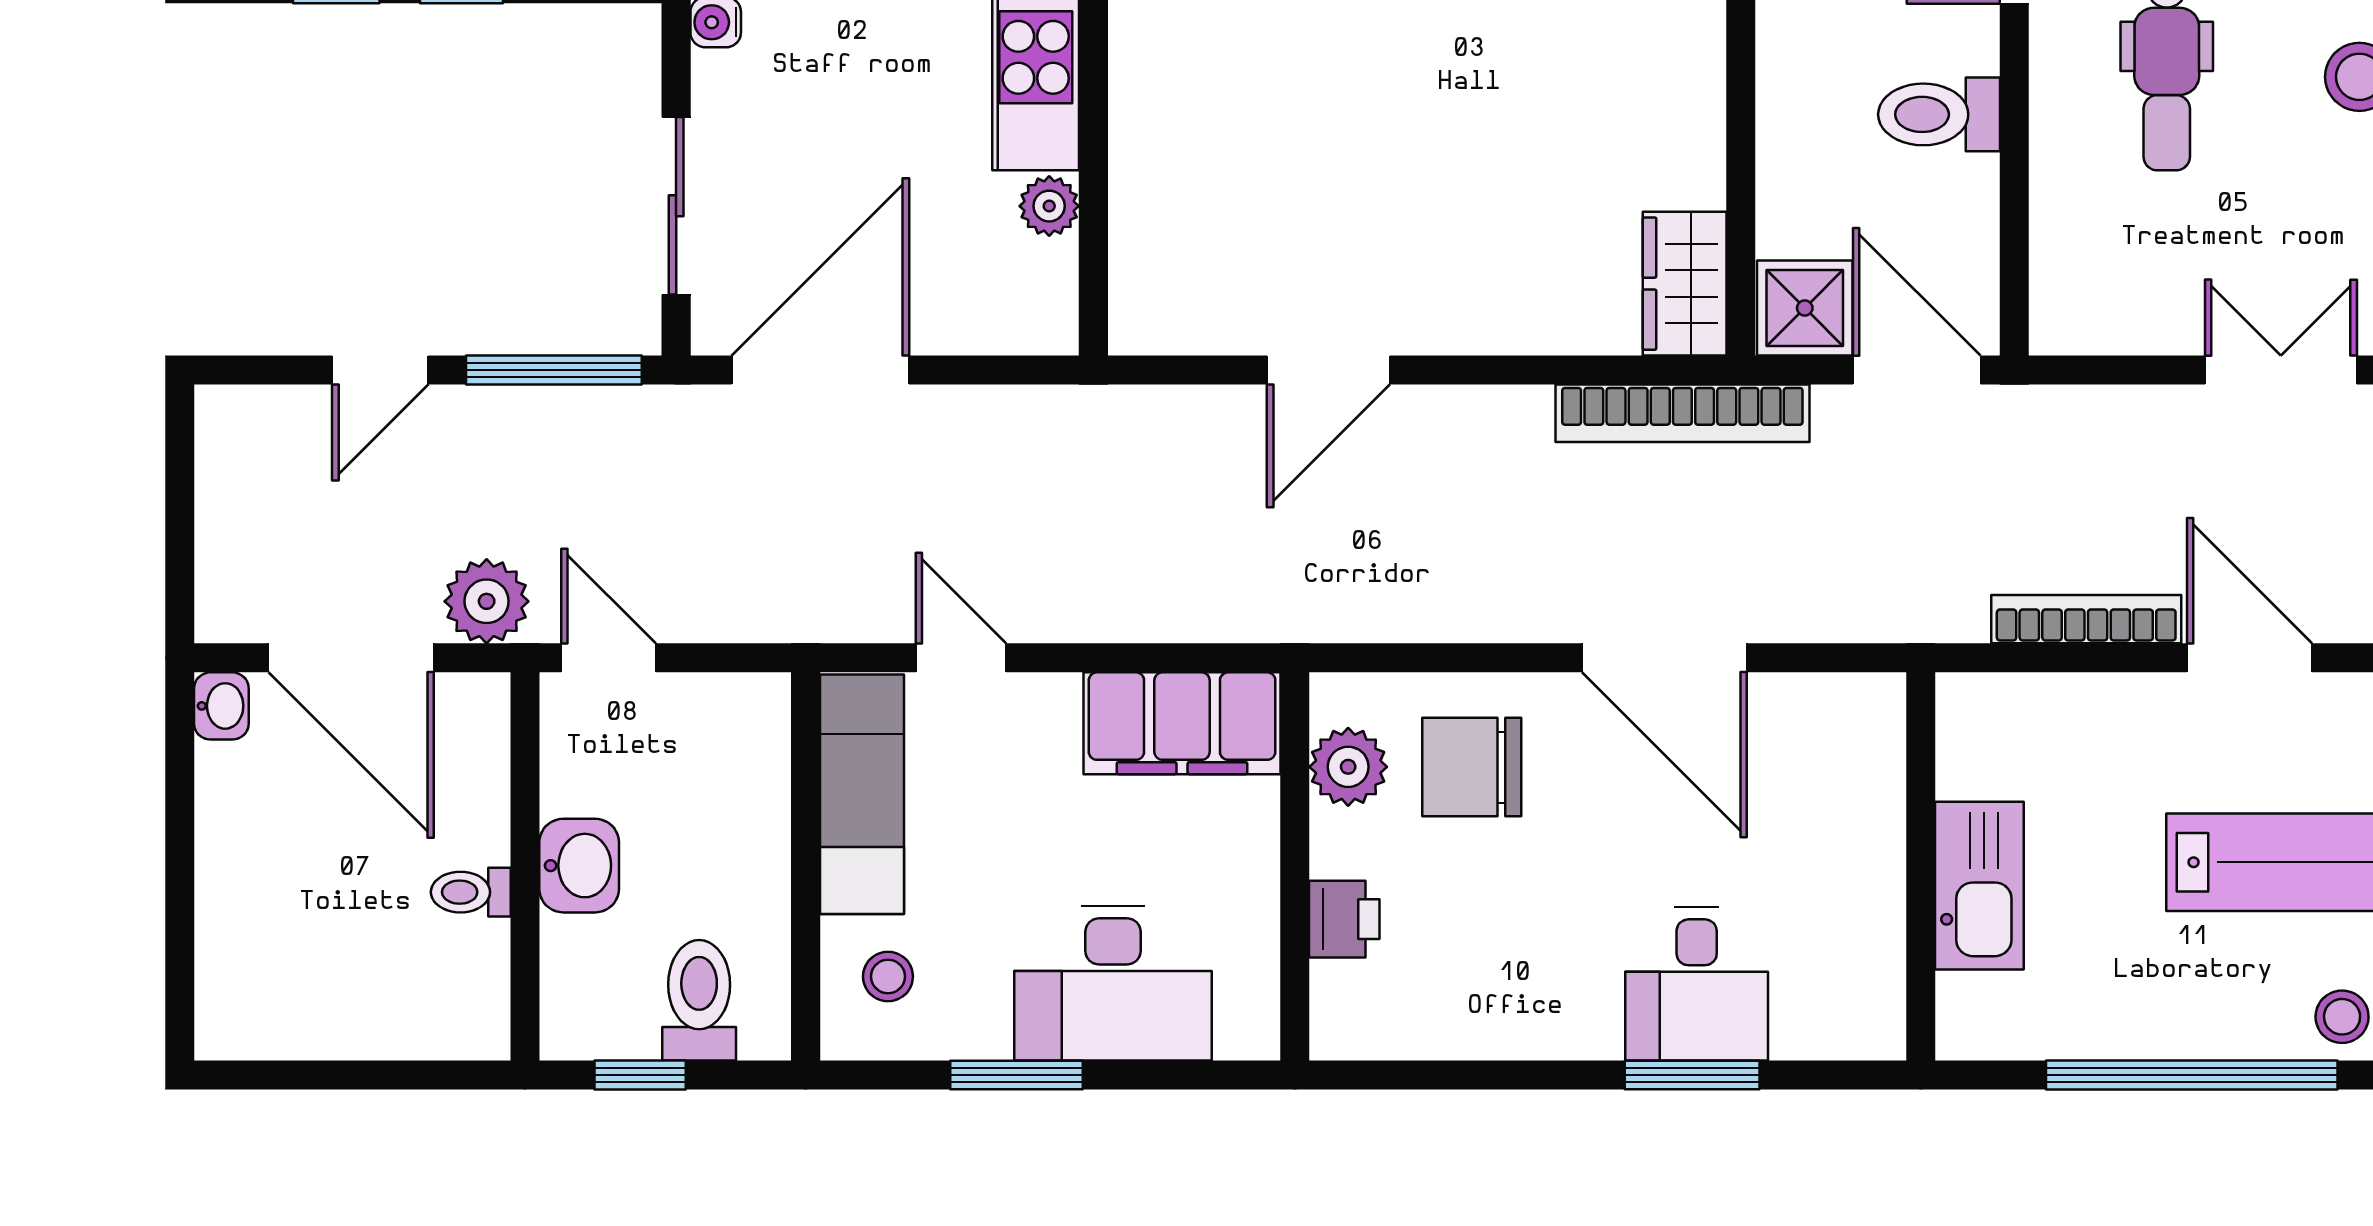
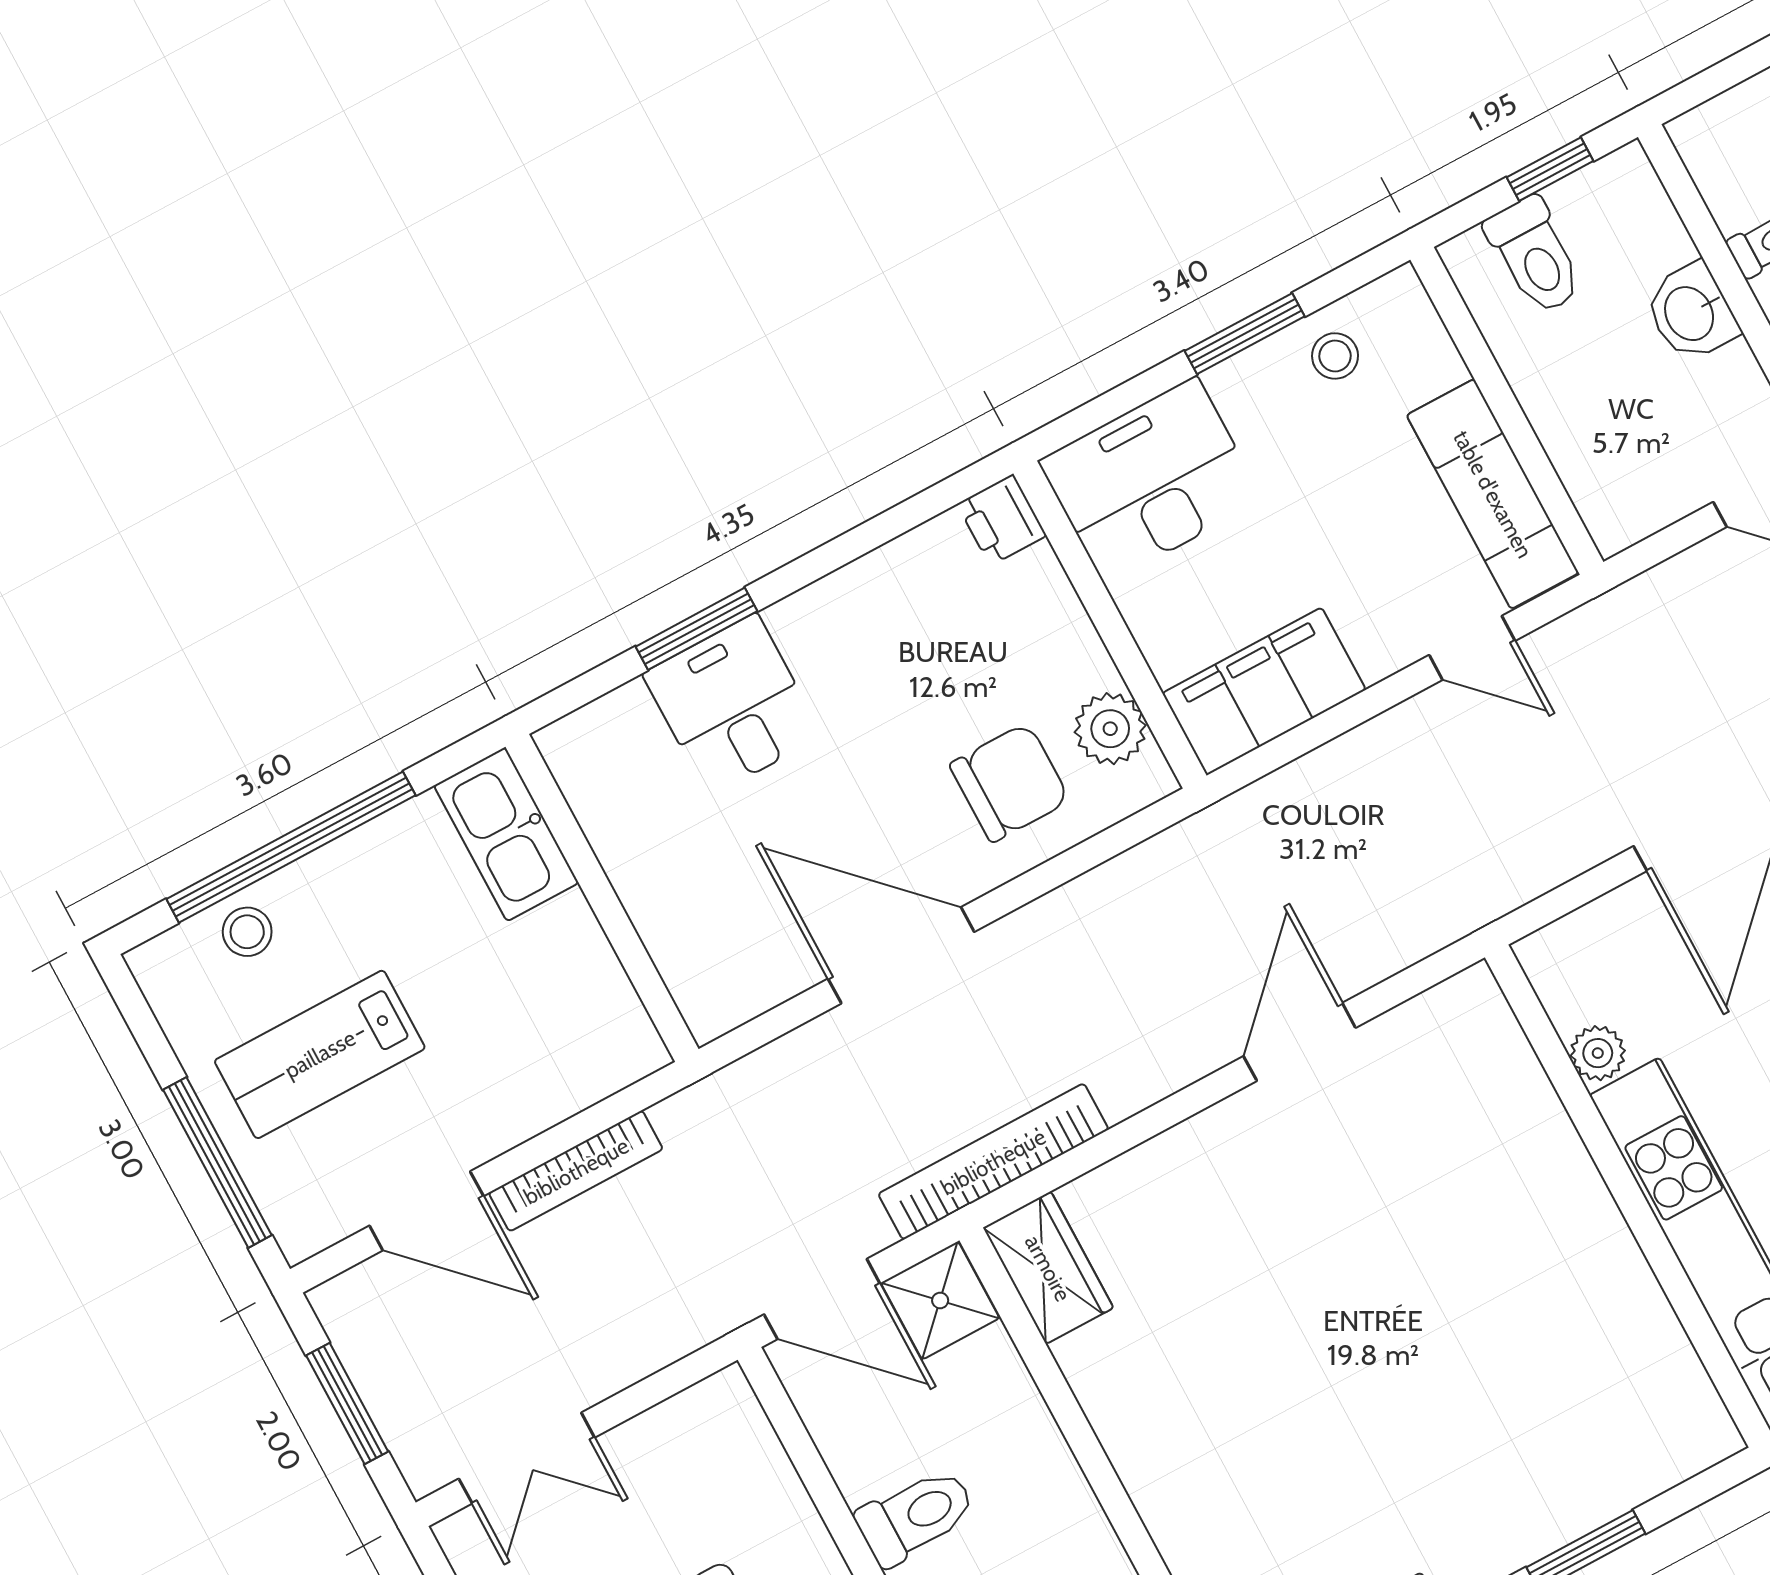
kitchen sink: (1979, 886) -> (506, 834), moved
printer: (1344, 919) -> (1002, 520), moved
stool: (888, 976) -> (1335, 356), moved
desk: (1113, 983) -> (1151, 480), moved
stool: (2342, 1017) -> (247, 932), moved

